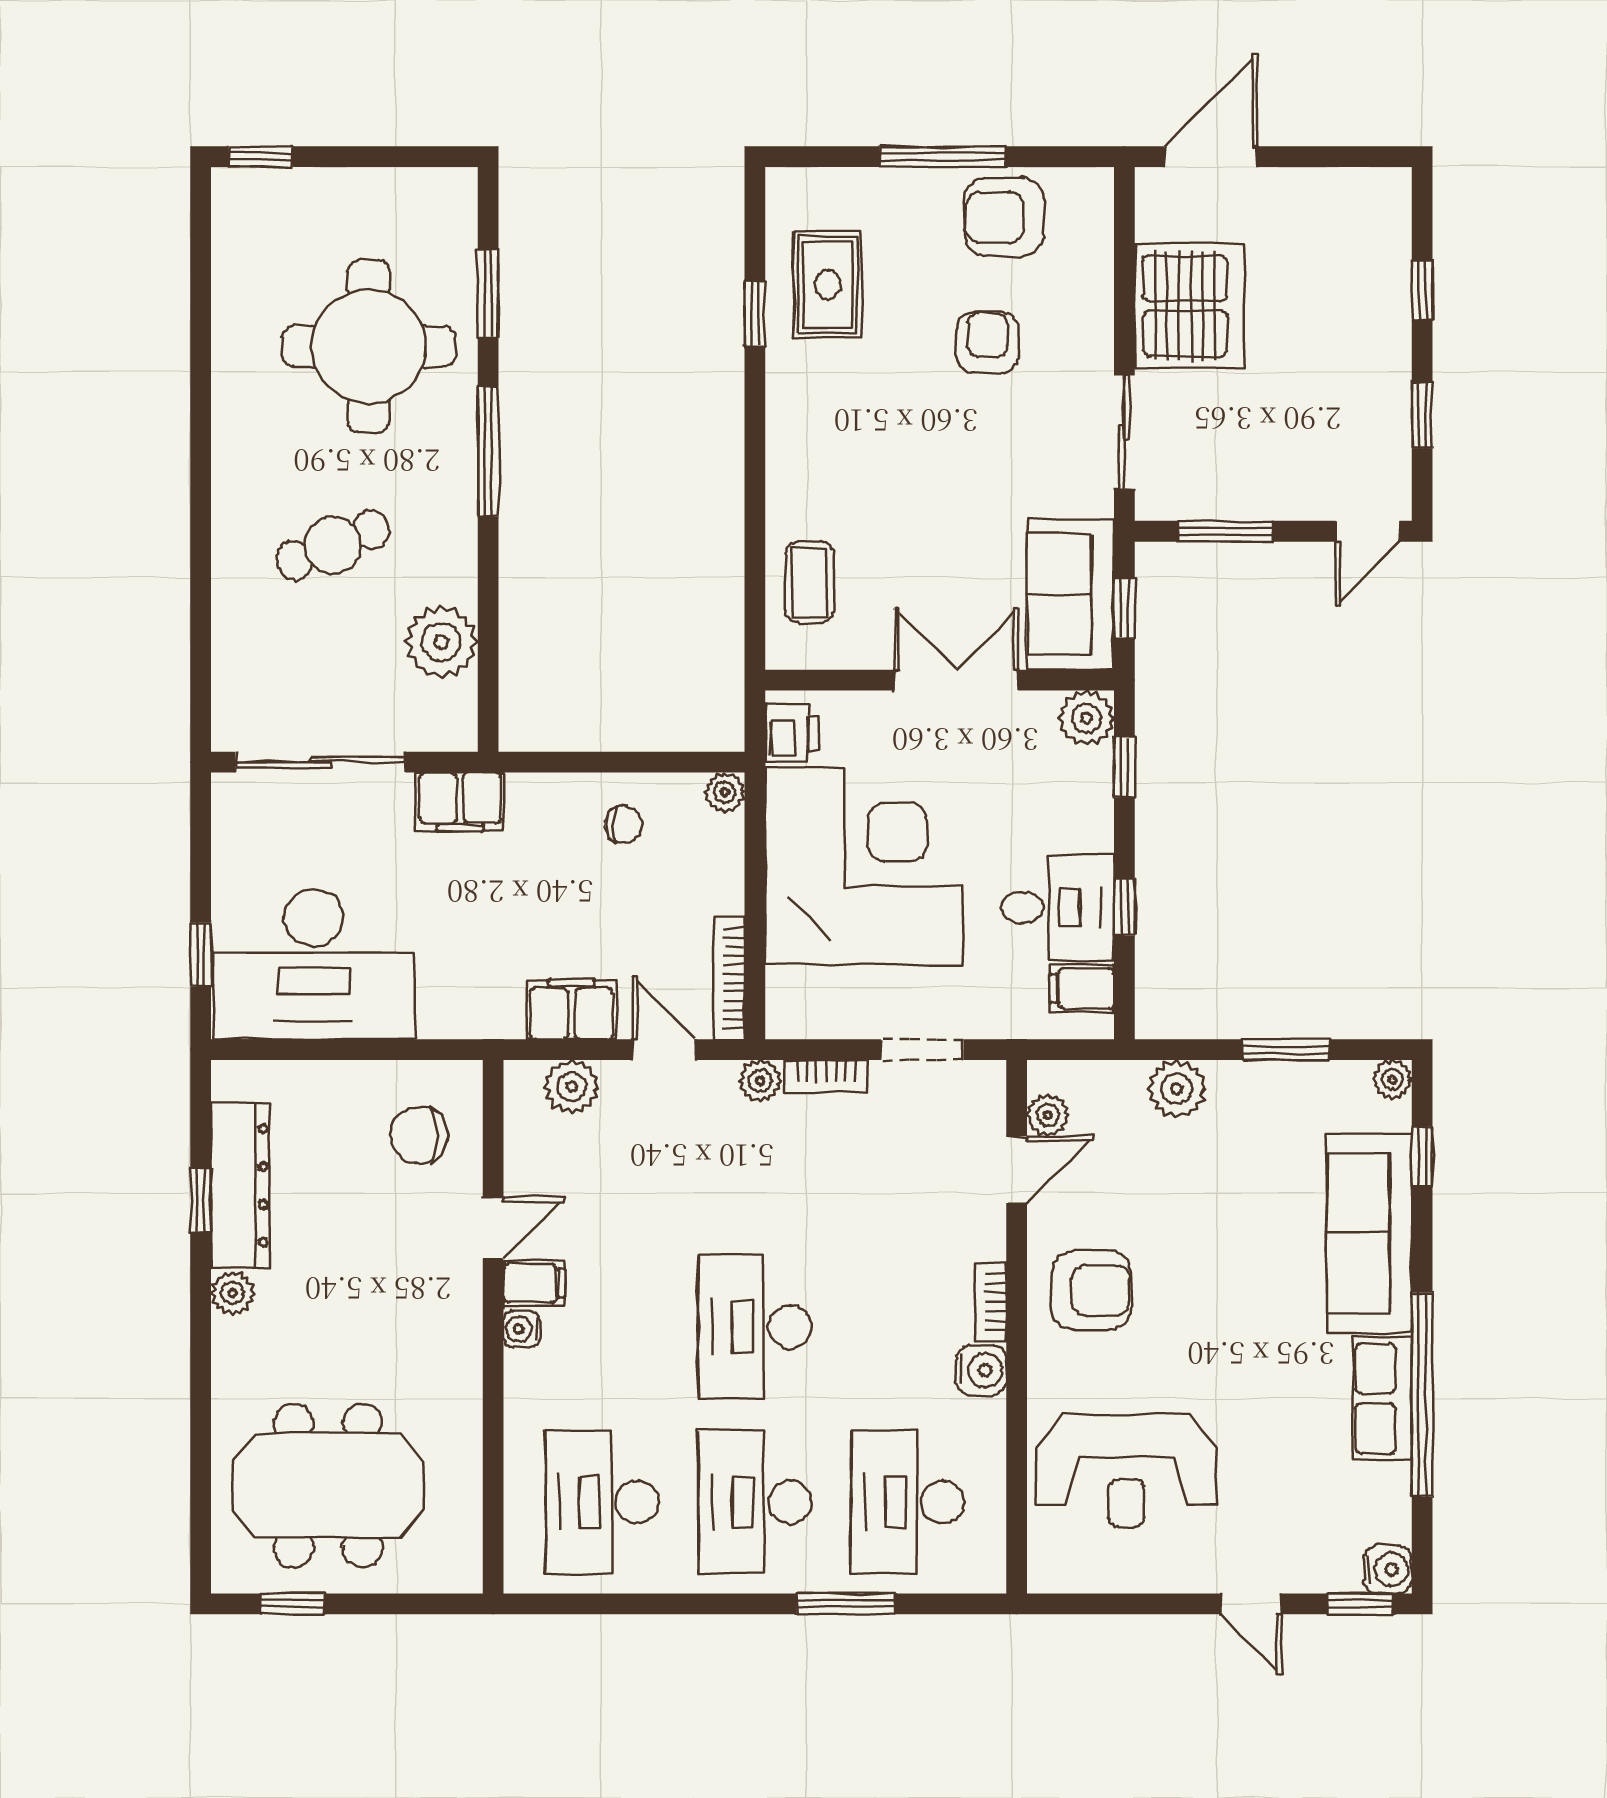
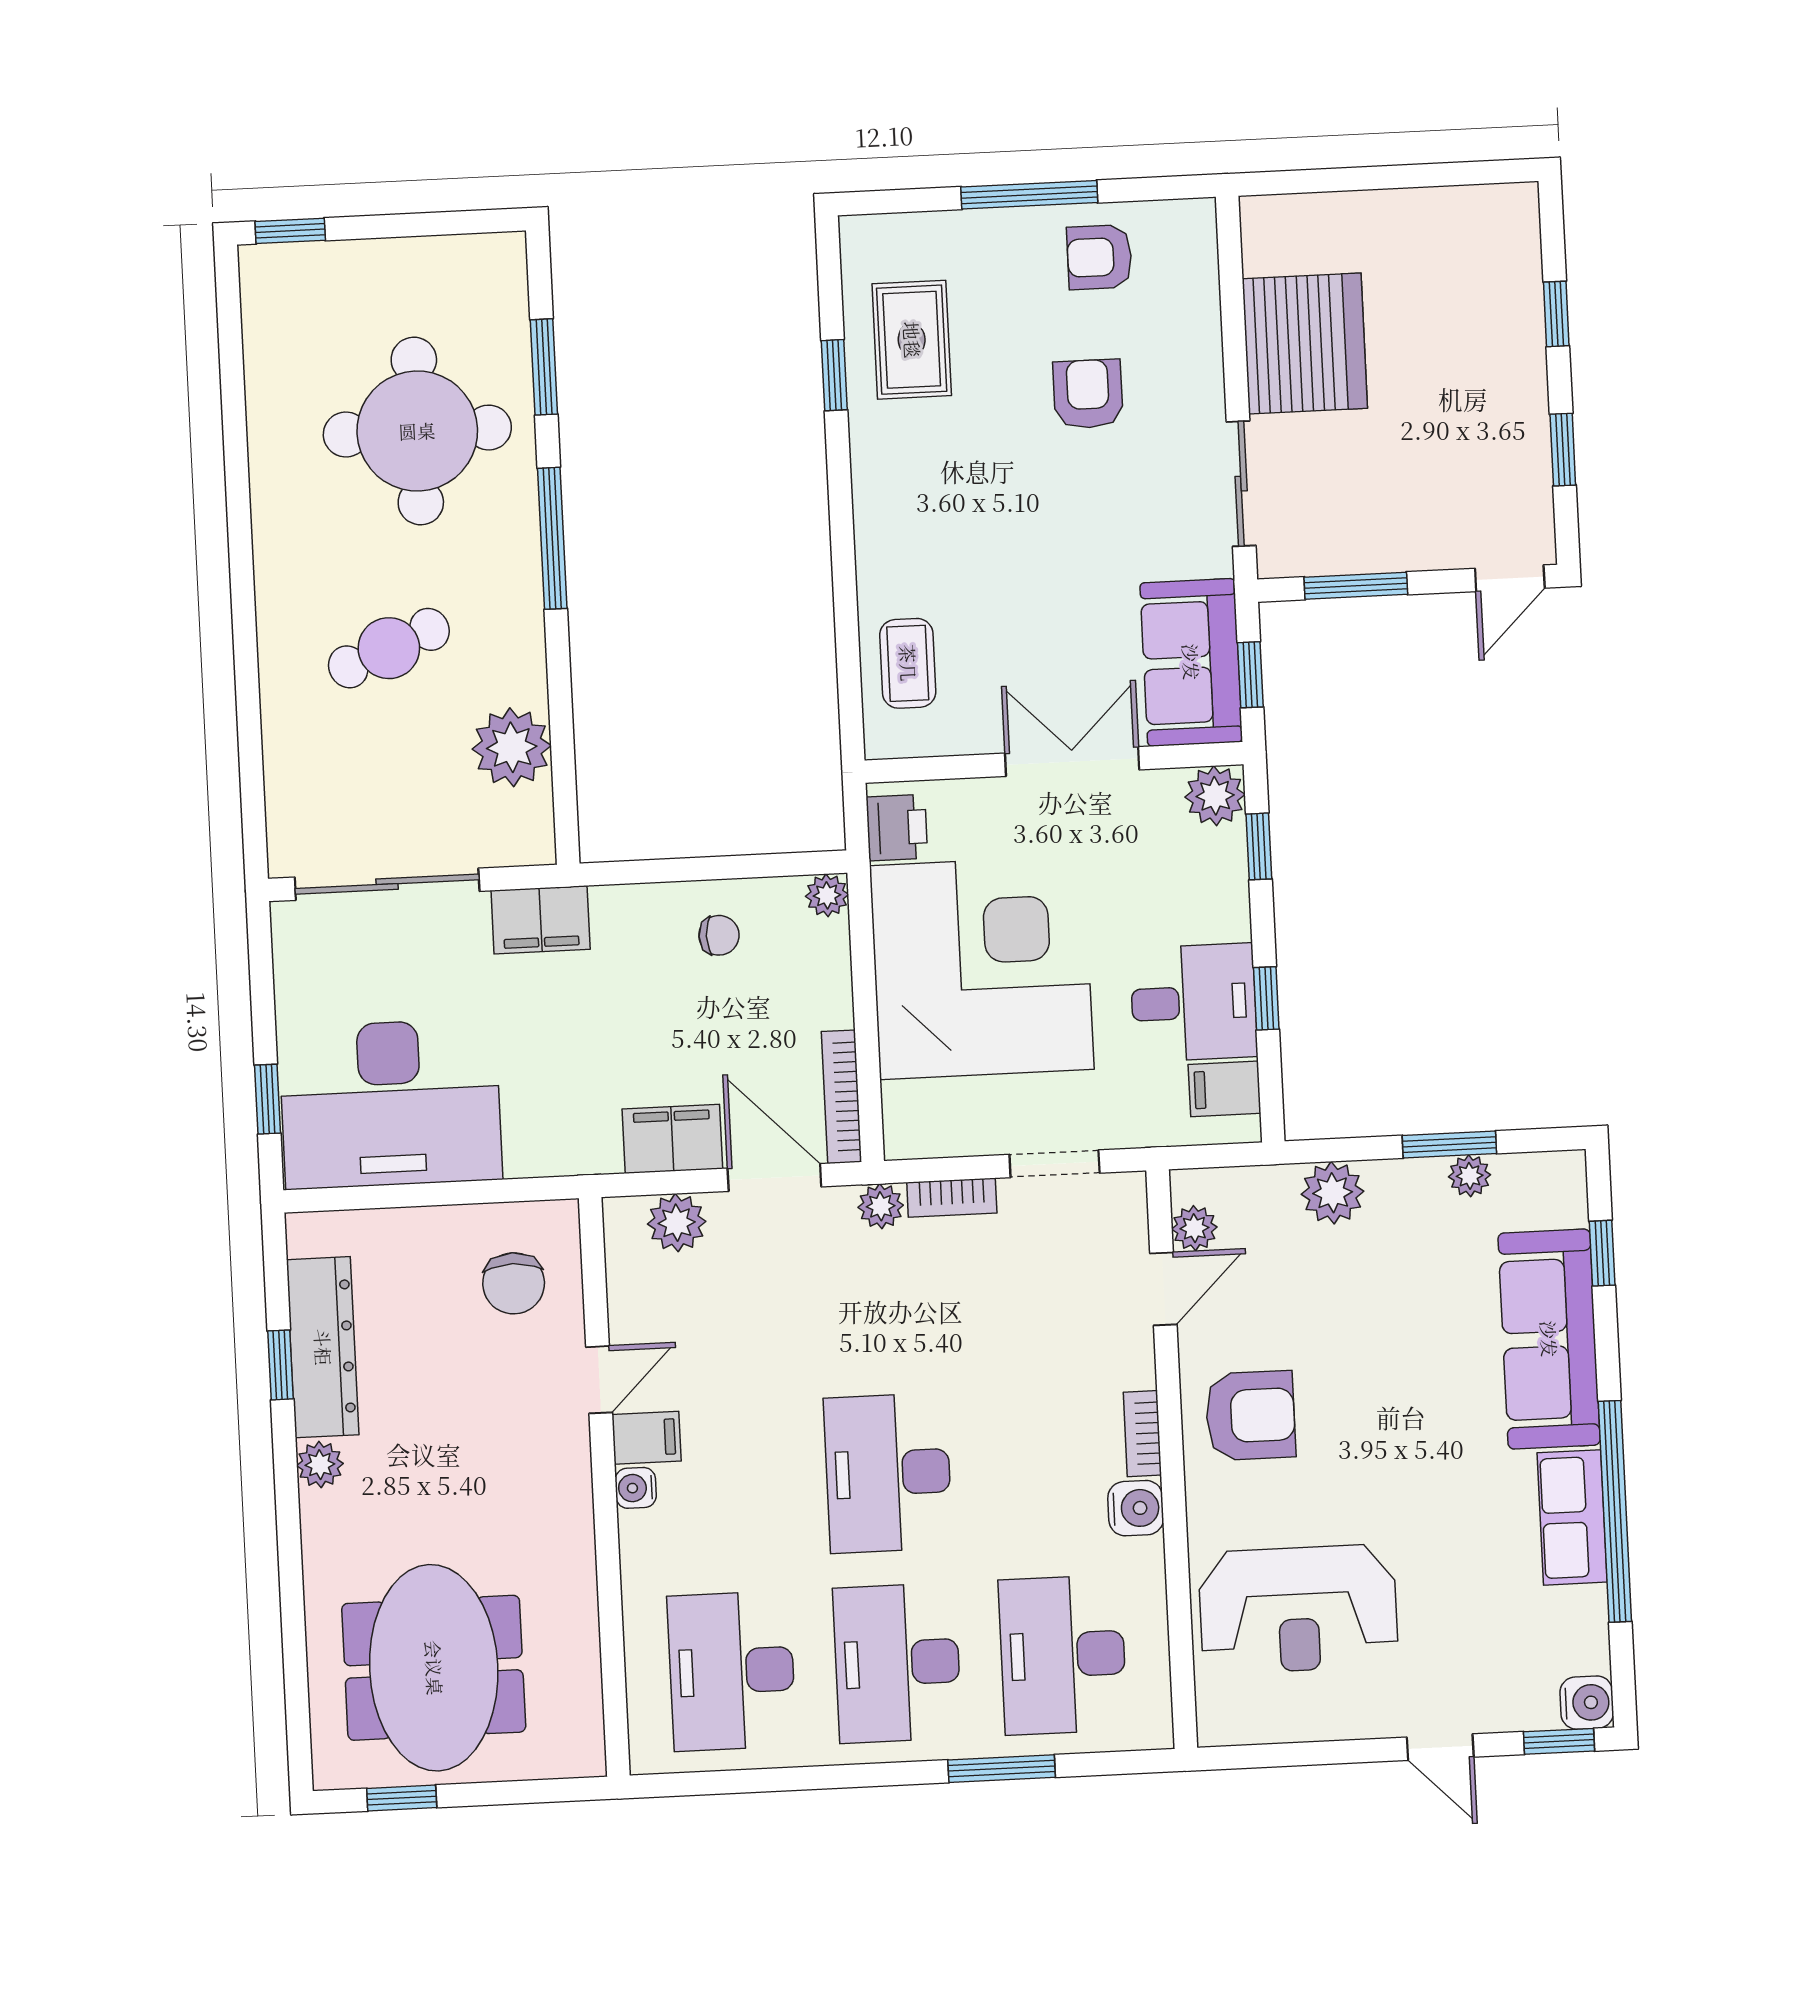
door: (1211, 157) -> (1320, 181), removed
armchair: (1004, 217) -> (1099, 257), width x0.72, depth x0.72
door: (664, 1050) -> (774, 1177), width x1.38
plant: (1392, 1079) -> (1470, 1176), moved
chair: (419, 1135) -> (514, 1283), turned -90
meeting table: (328, 1486) -> (434, 1668), turned 90

